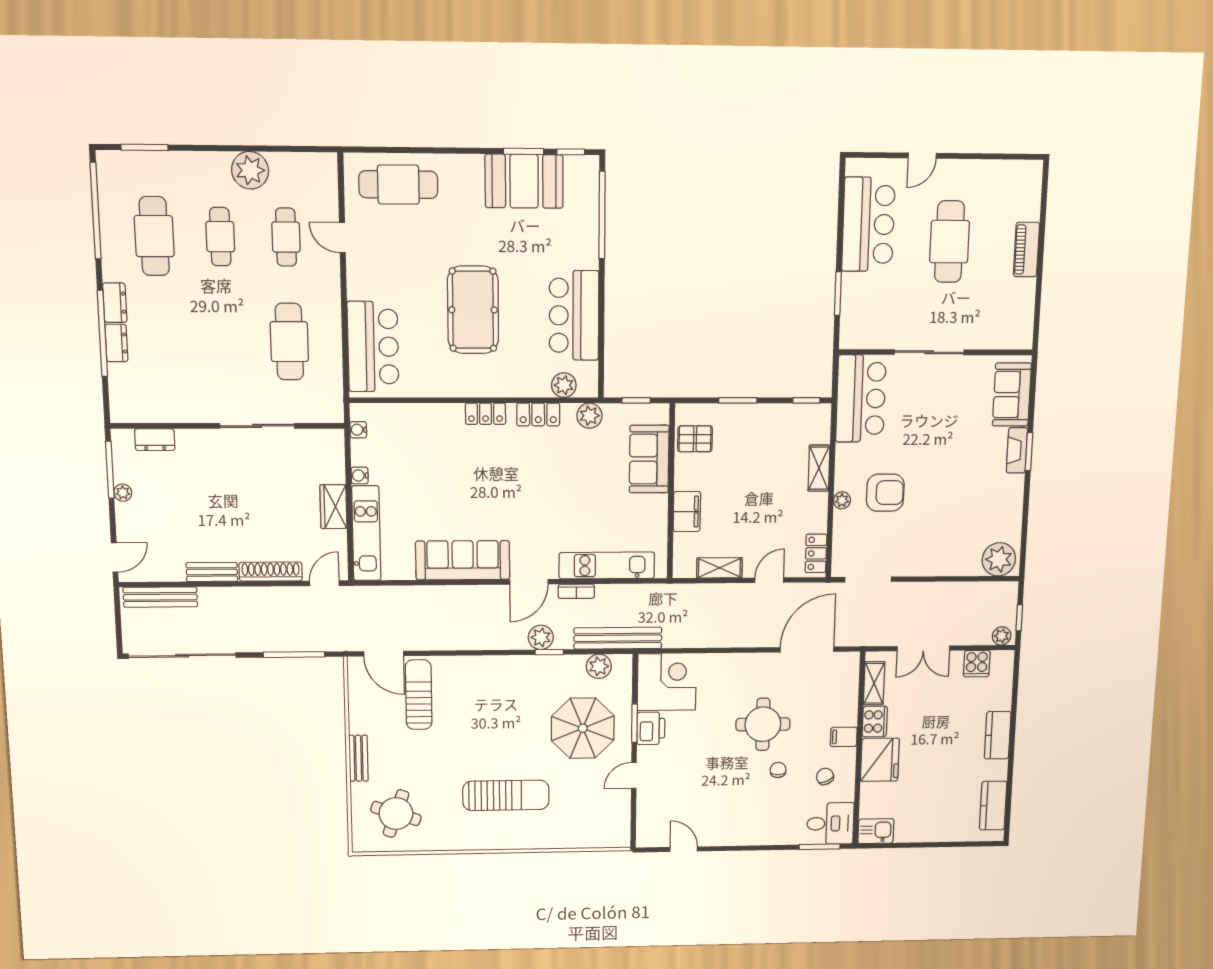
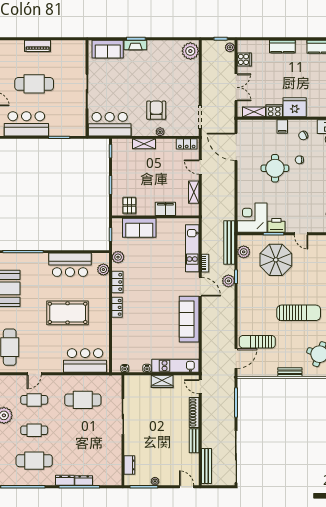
sun lounger: (506, 795) -> (299, 313), moved, turned 90

